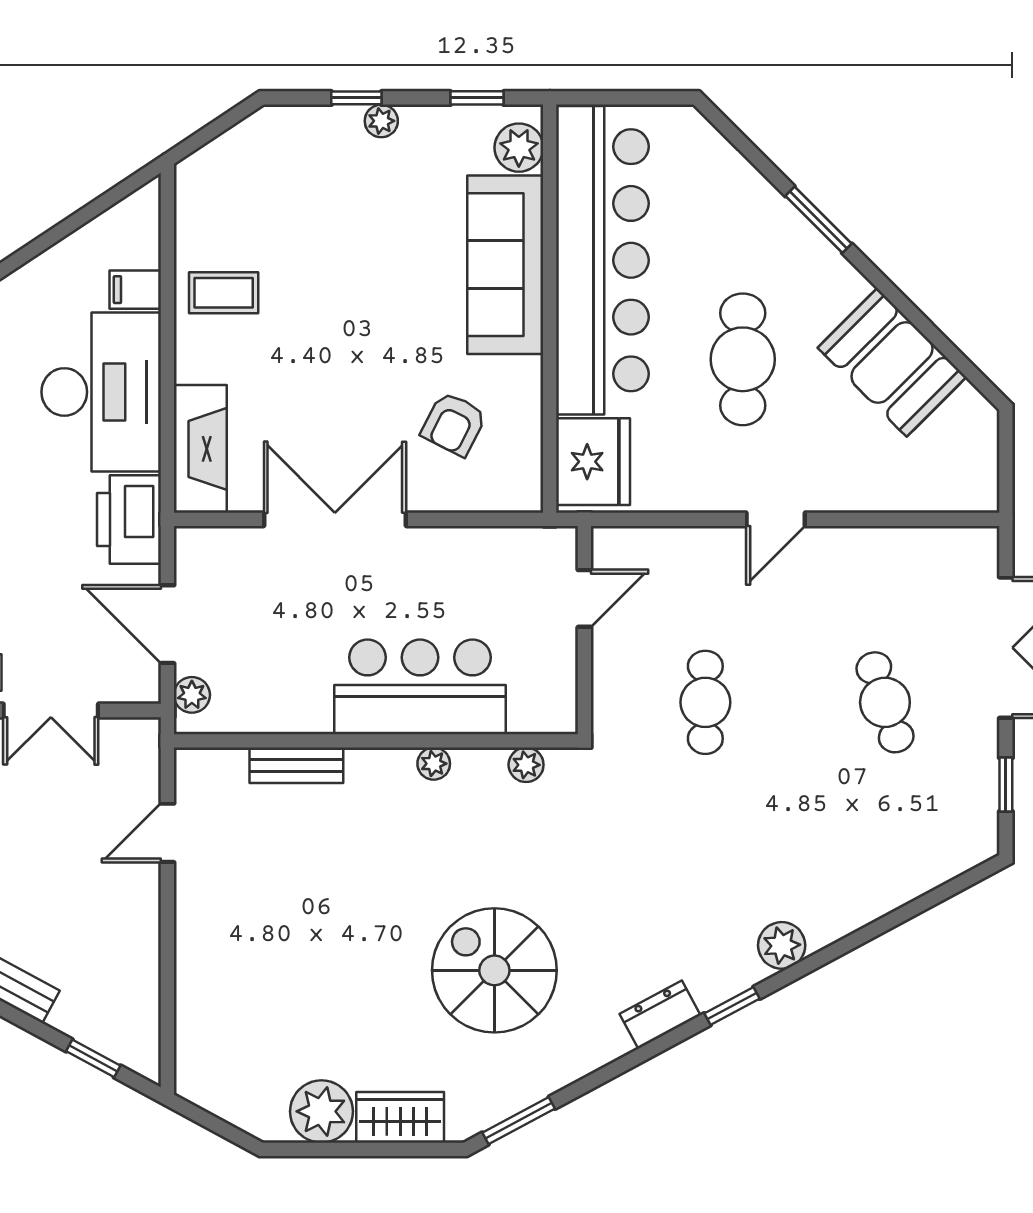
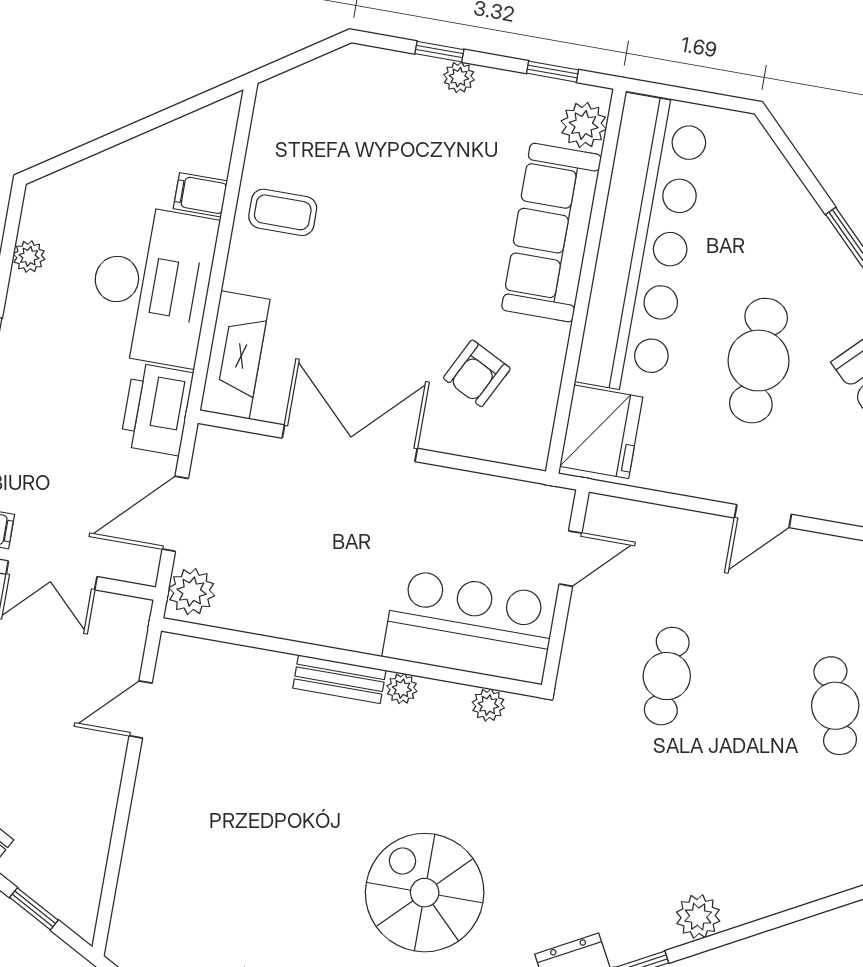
door: (167, 624) -> (175, 514), hinge flipped
bar counter: (420, 687) -> (470, 626), moved
plant: (192, 695) -> (192, 592), width x1.38, depth x1.38
bench: (296, 765) -> (339, 679), moved

